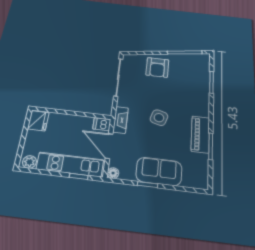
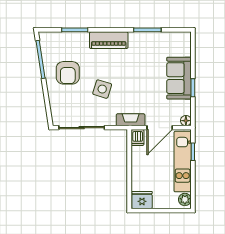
armchair: (157, 67) -> (68, 73), moved, turned 90
side table: (159, 118) -> (102, 89), moved
piano: (200, 134) -> (109, 40), moved

